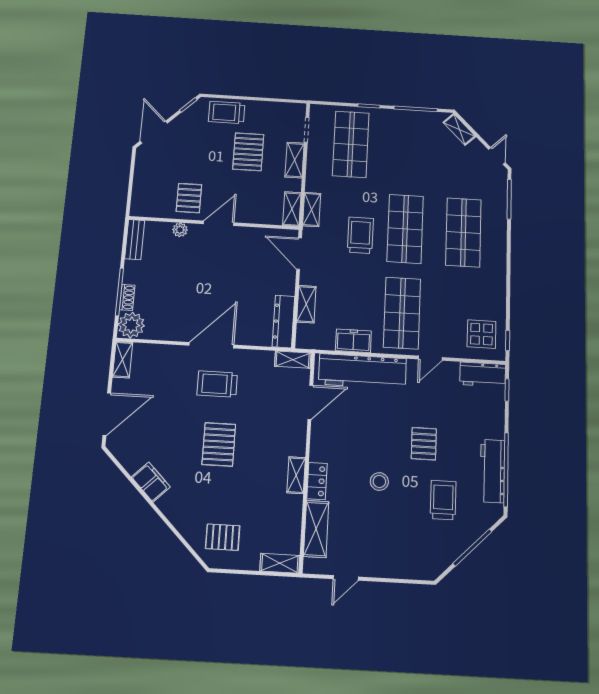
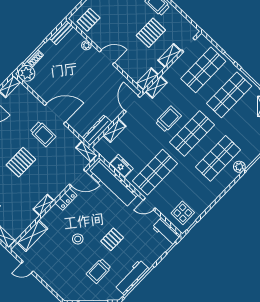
shop shelf: (408, 148) -> (229, 95), added
pallet: (189, 198) -> (89, 20), moved
plant: (498, 221) -> (239, 167), added
trolley: (217, 384) -> (43, 134), turned 180
locker: (317, 481) -> (66, 199), moved
trolley: (443, 500) -> (99, 271), turned 180

